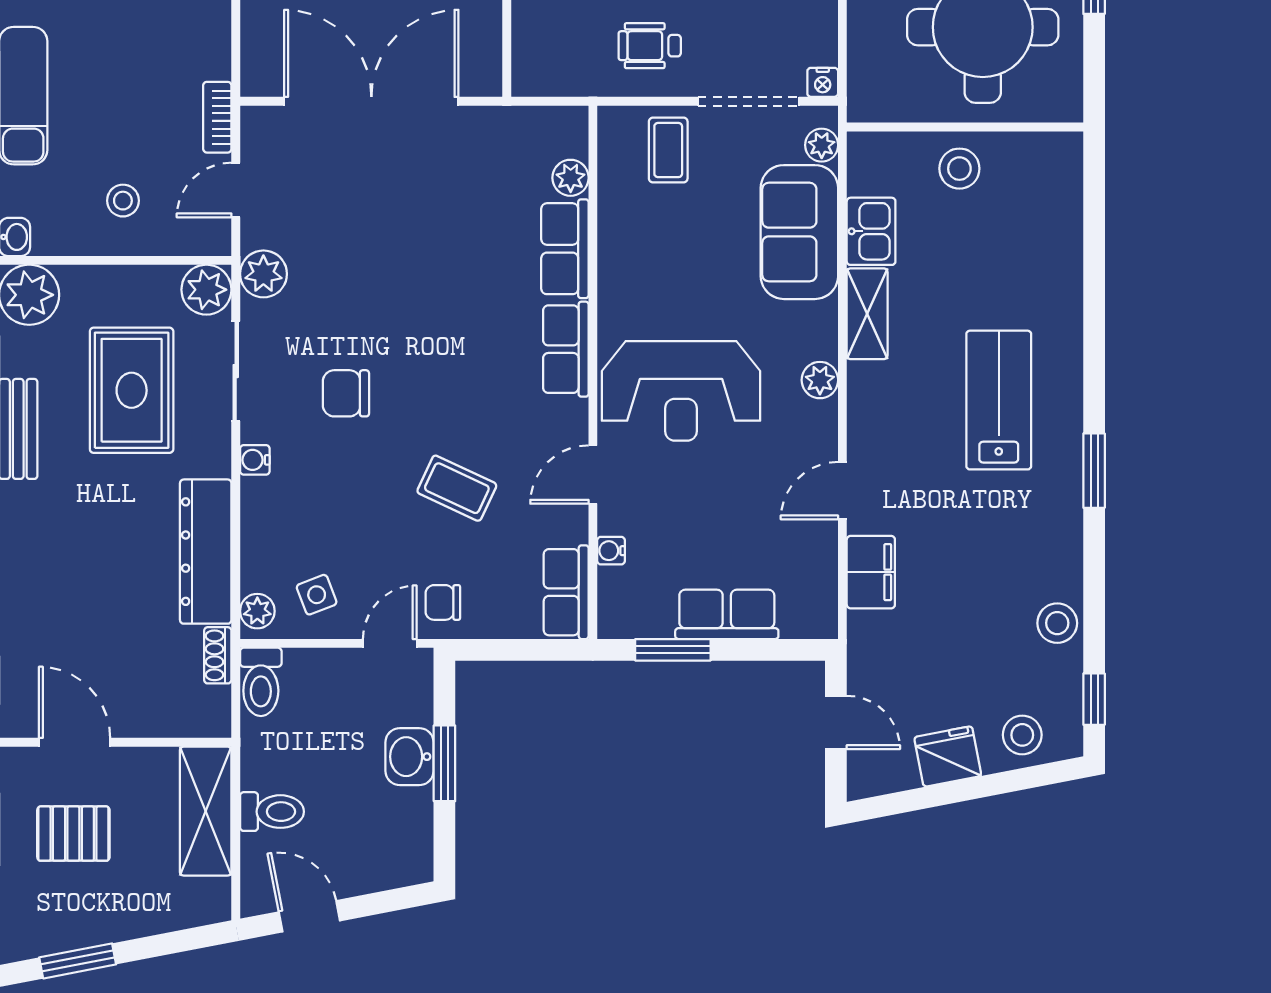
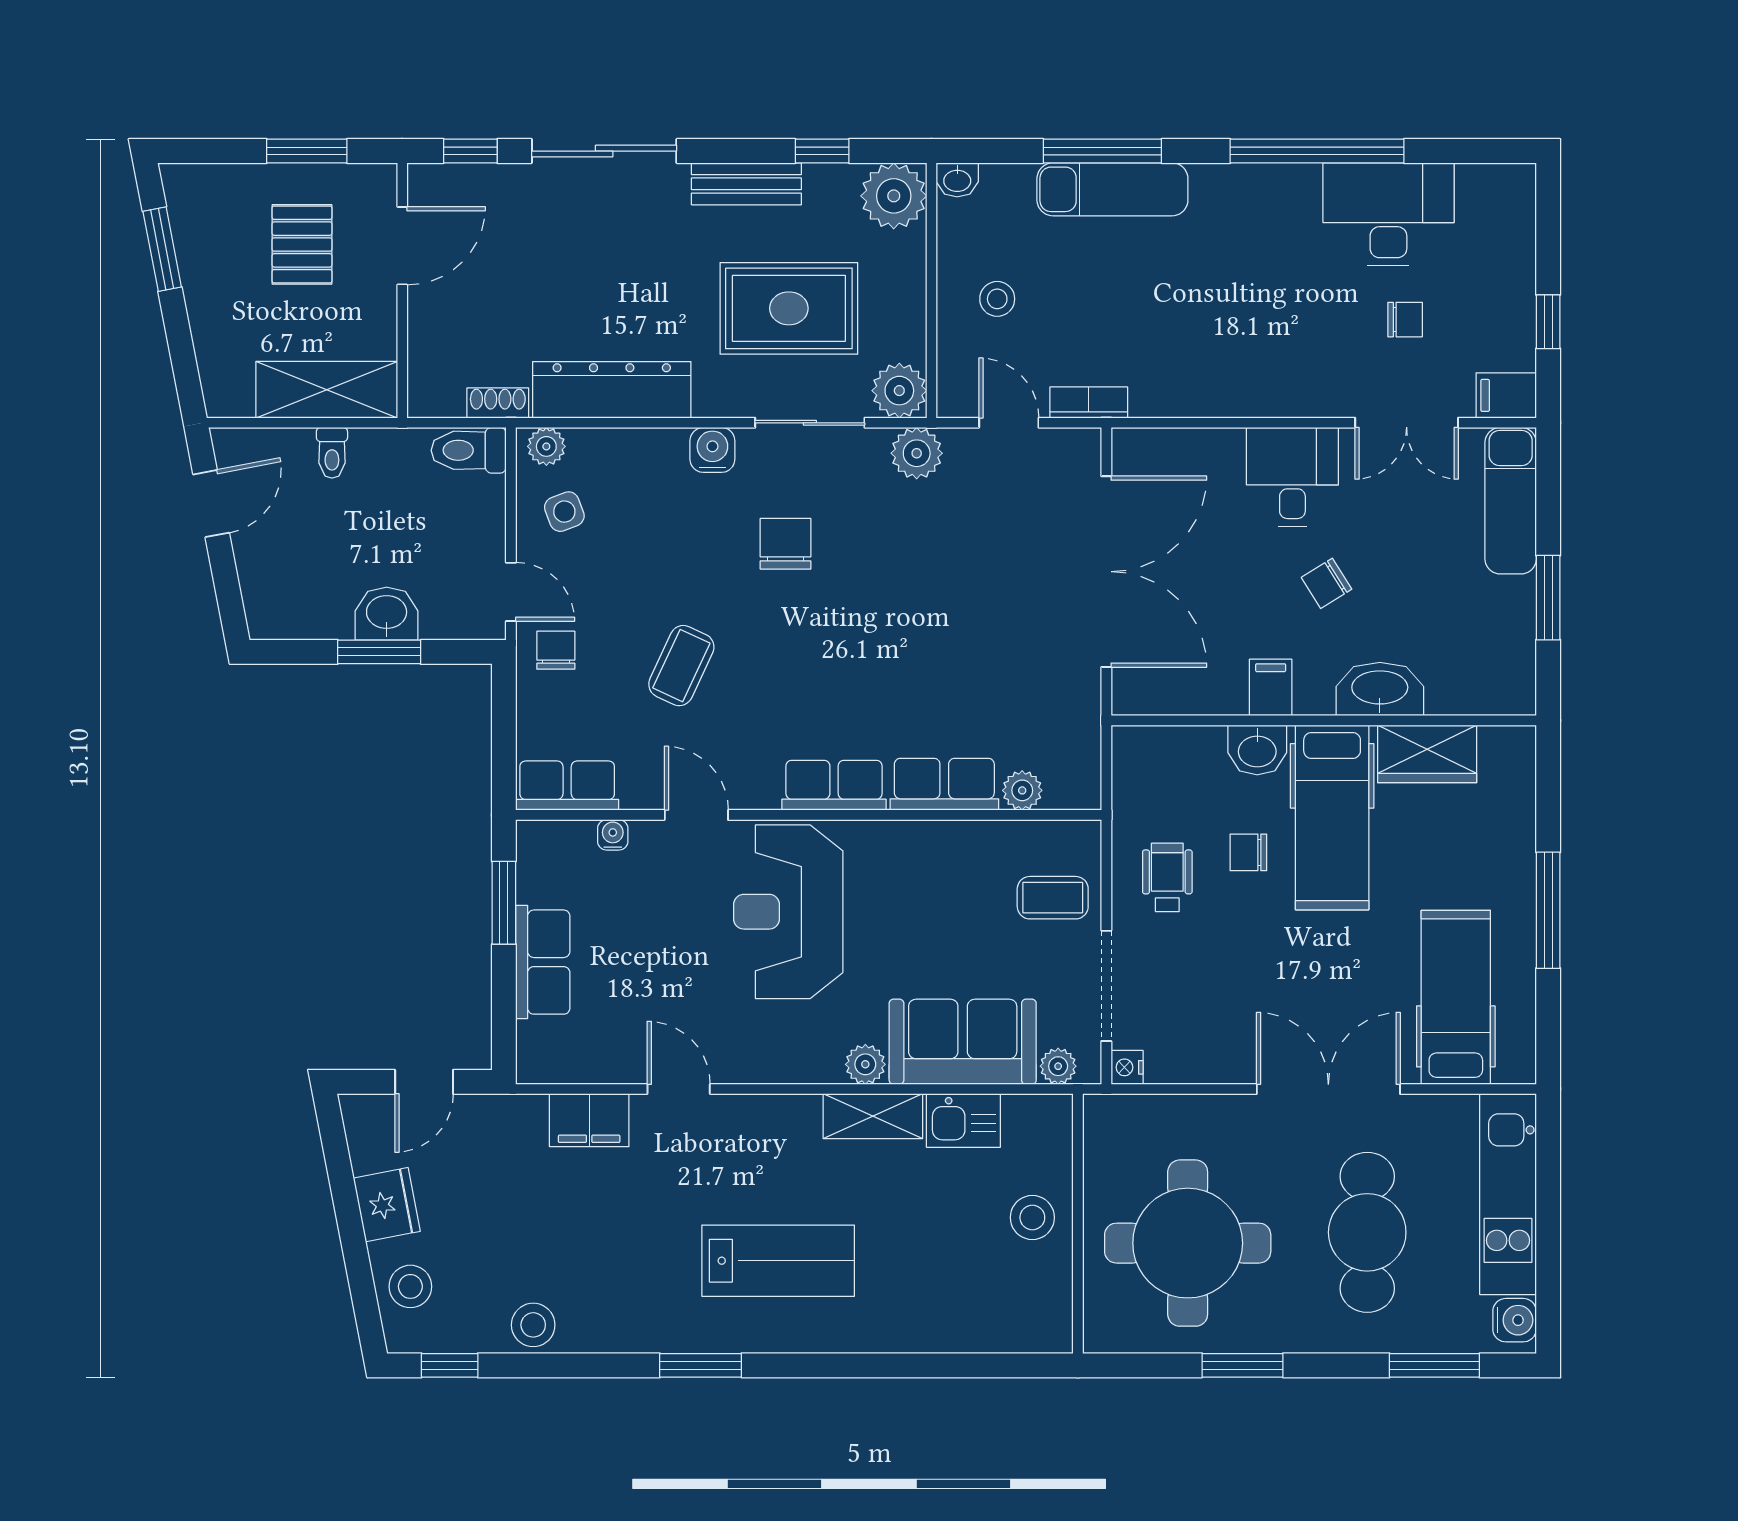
plant: (820, 380) -> (865, 1064), moved
water cooler: (255, 460) -> (712, 450), width x1.38, depth x1.38
toilet: (272, 812) -> (332, 453), width x0.73, depth x0.72

